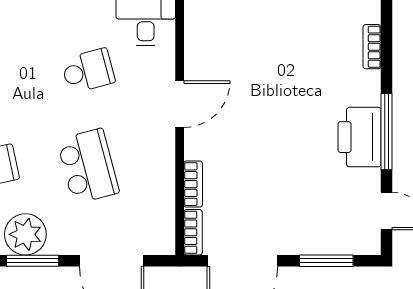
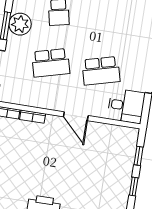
school desk: (88, 71) -> (101, 71), width x1.85

